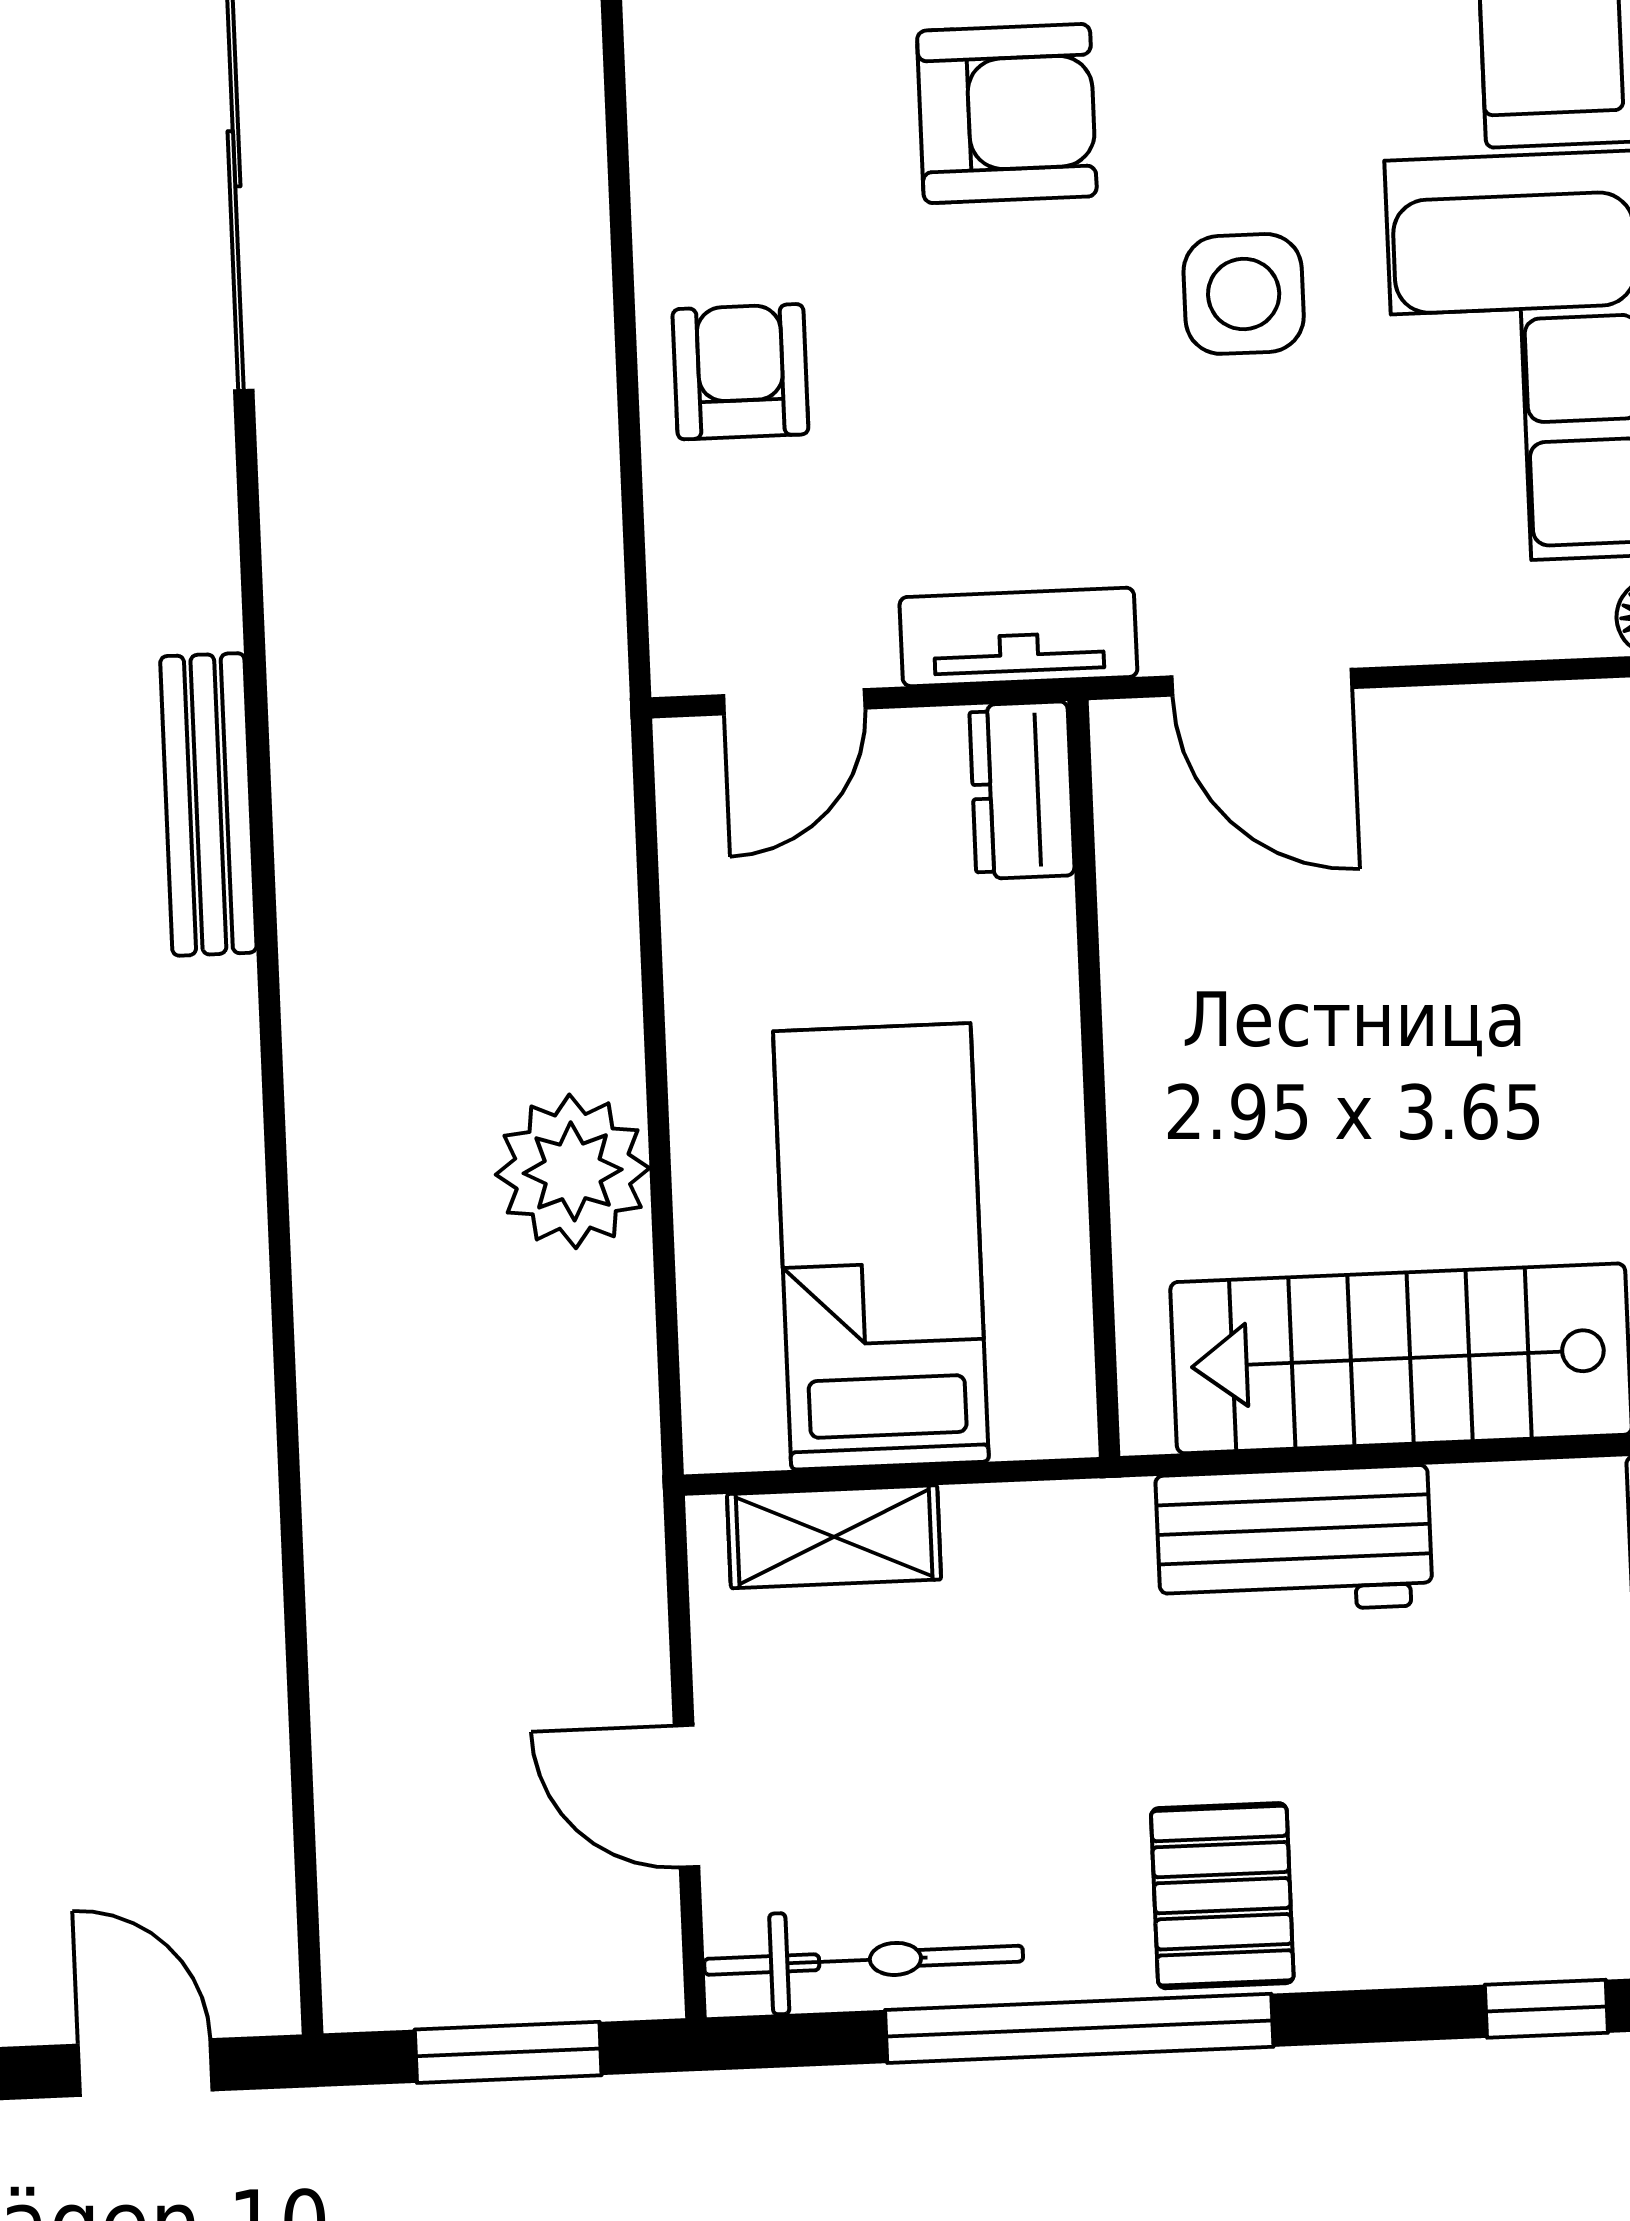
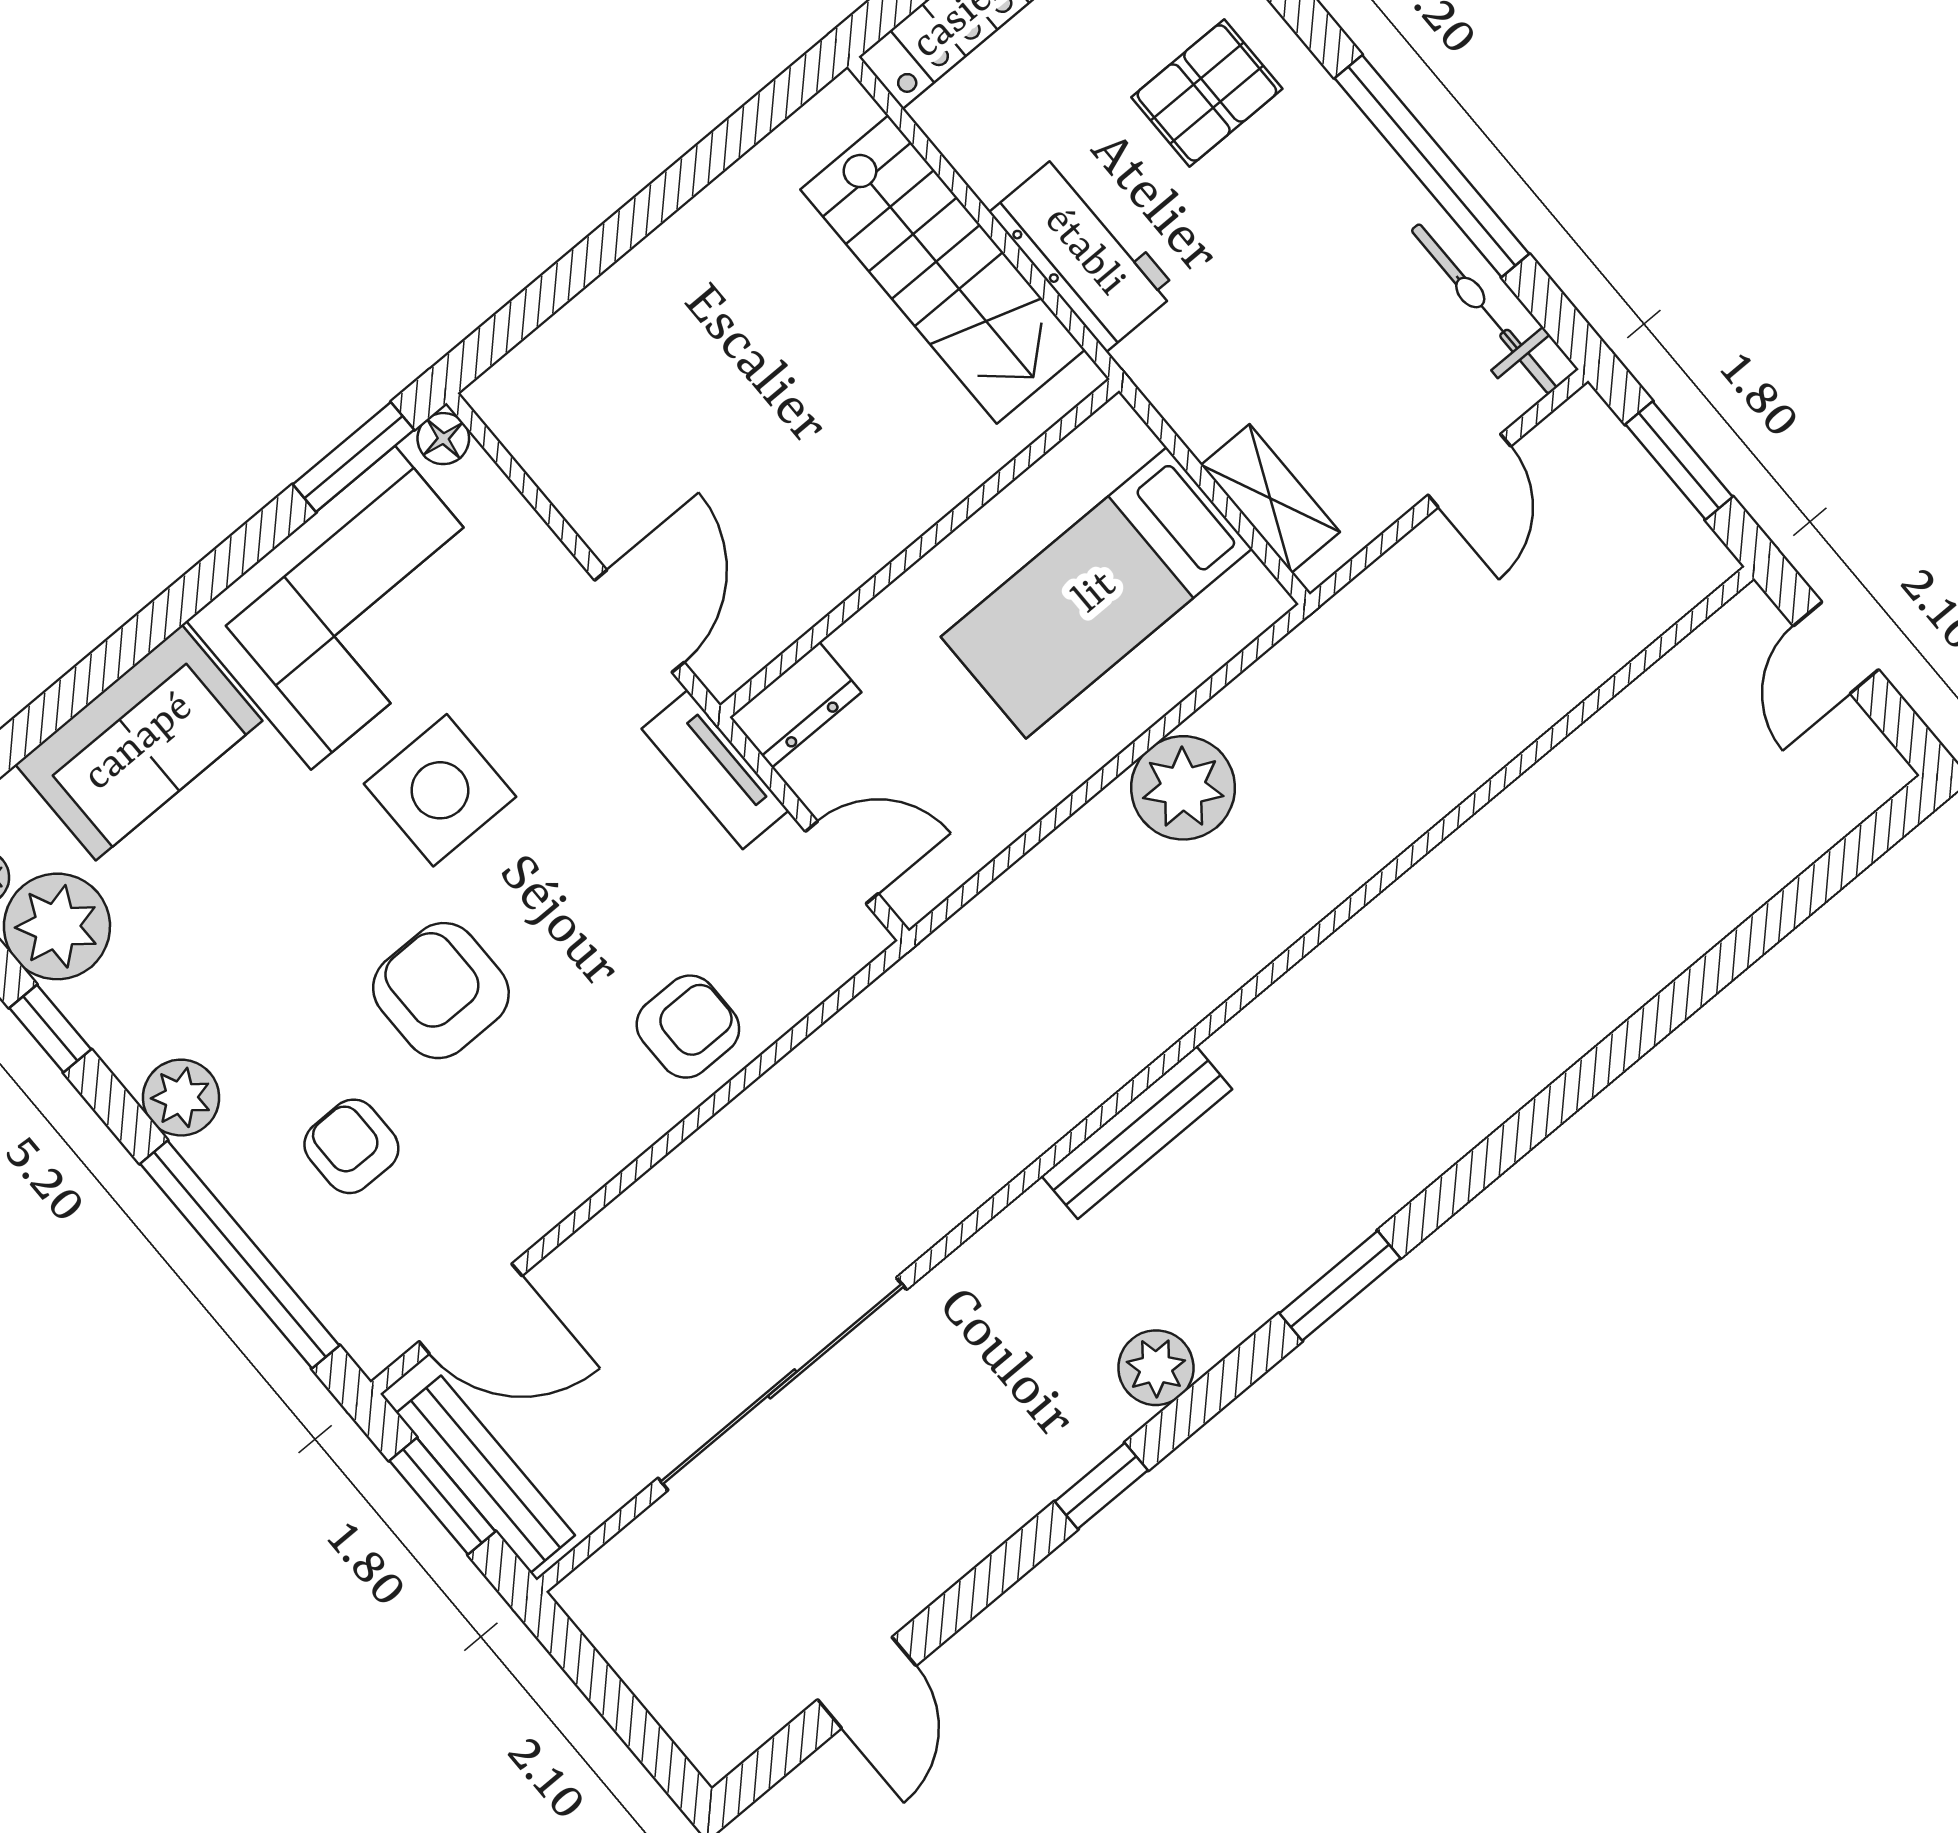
side table: (1244, 294) -> (440, 790), width x1.37, depth x1.37
armchair: (740, 372) -> (688, 1027), turned 180
pallet: (1222, 1896) -> (1207, 93), moved

